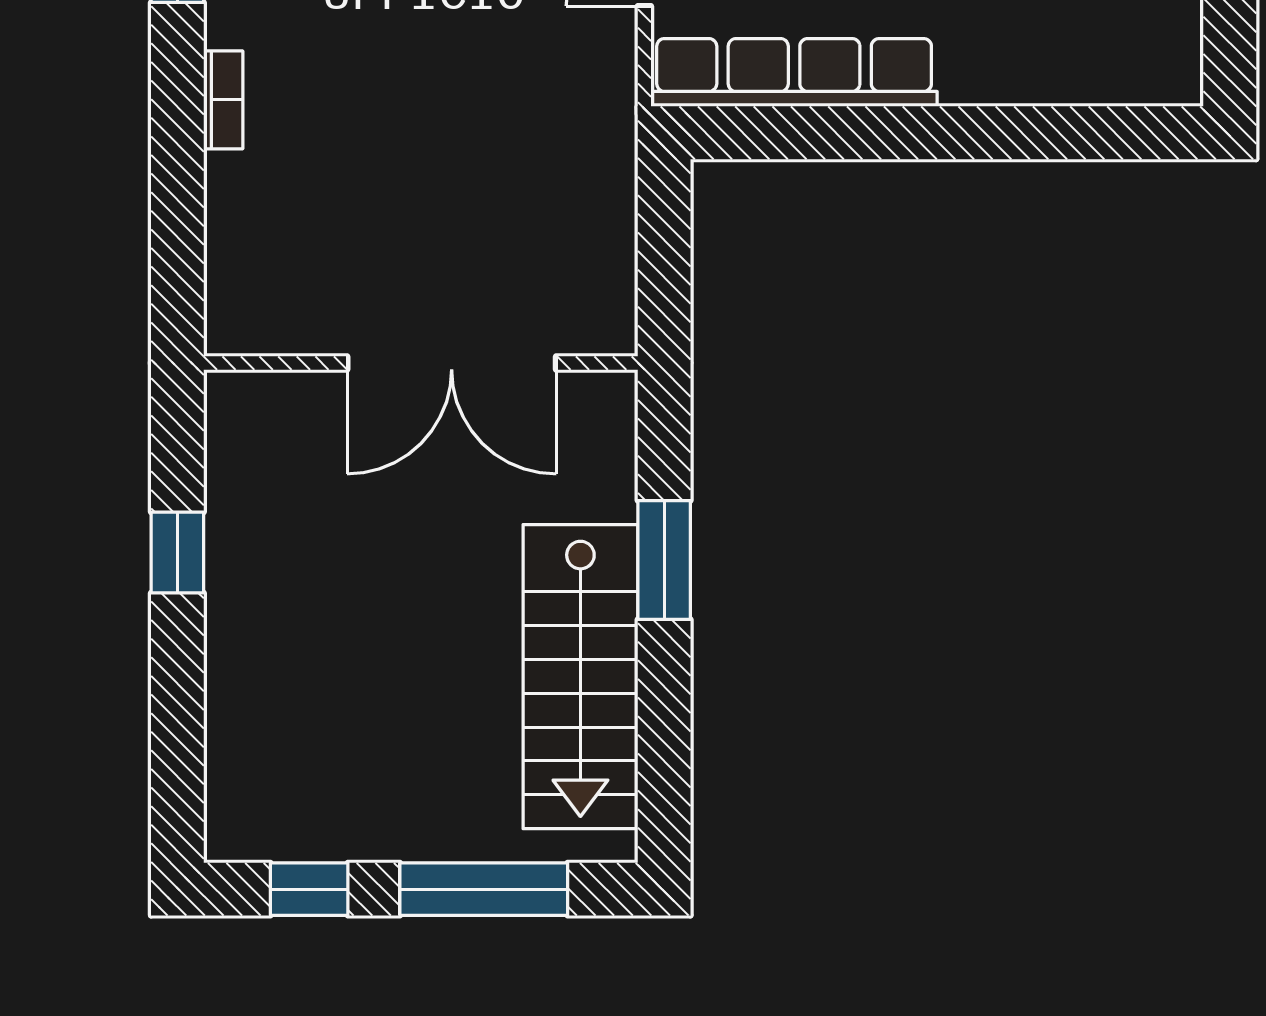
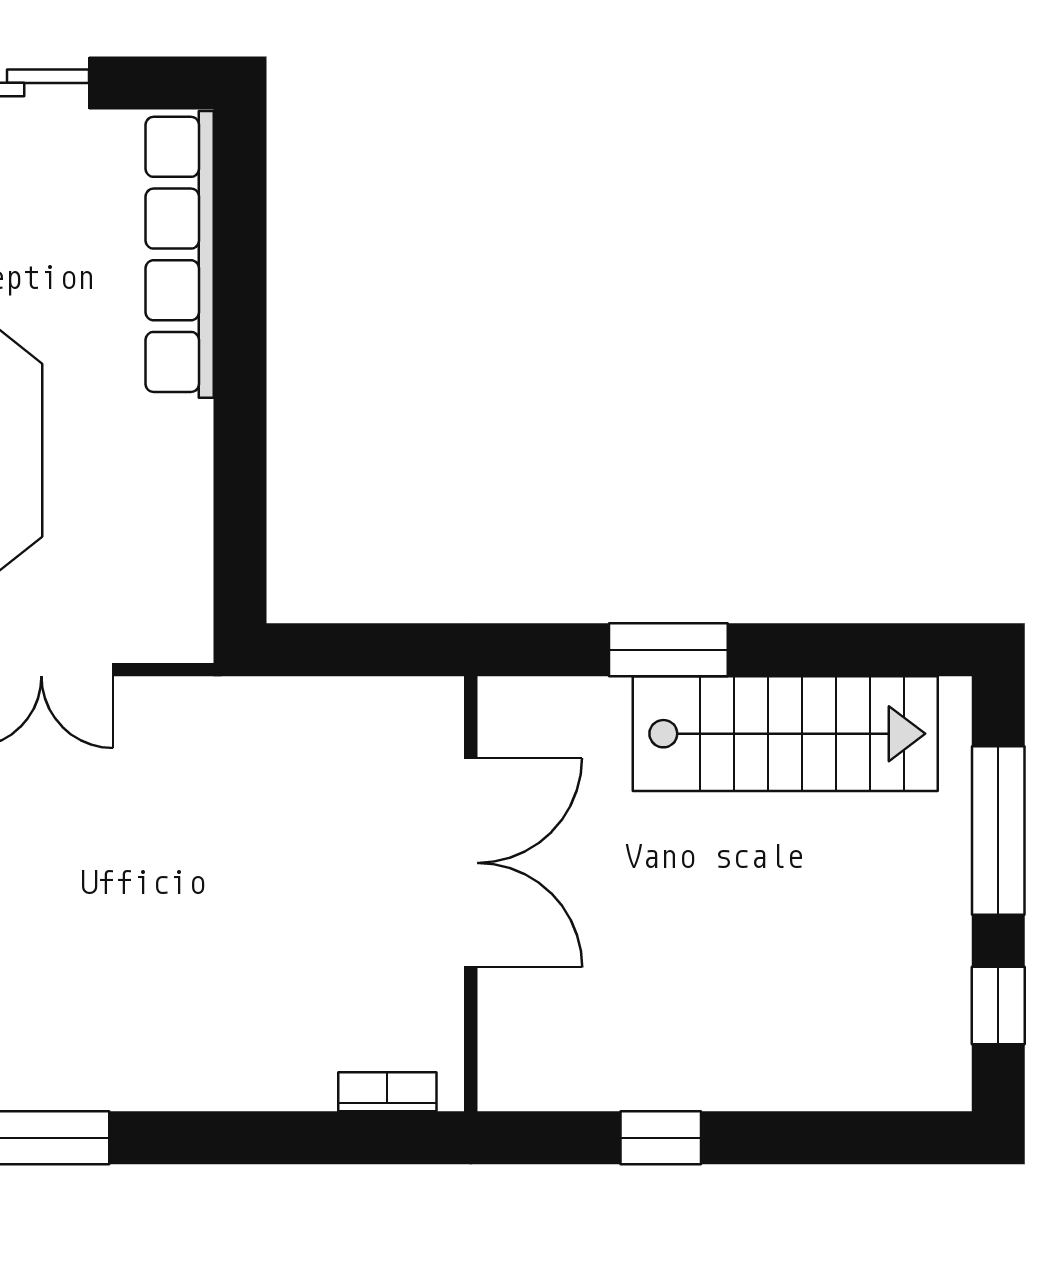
row of seats: (794, 72) -> (180, 254), moved
bookcase: (223, 100) -> (387, 1092), moved

